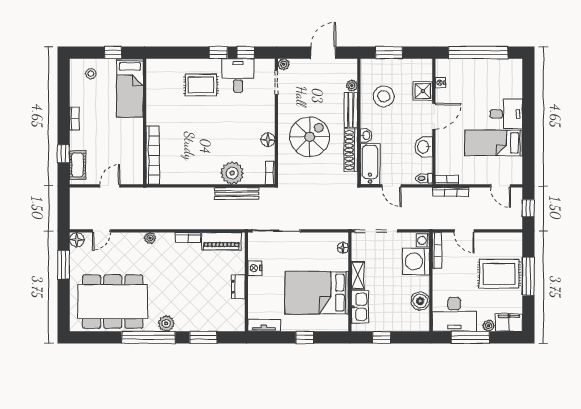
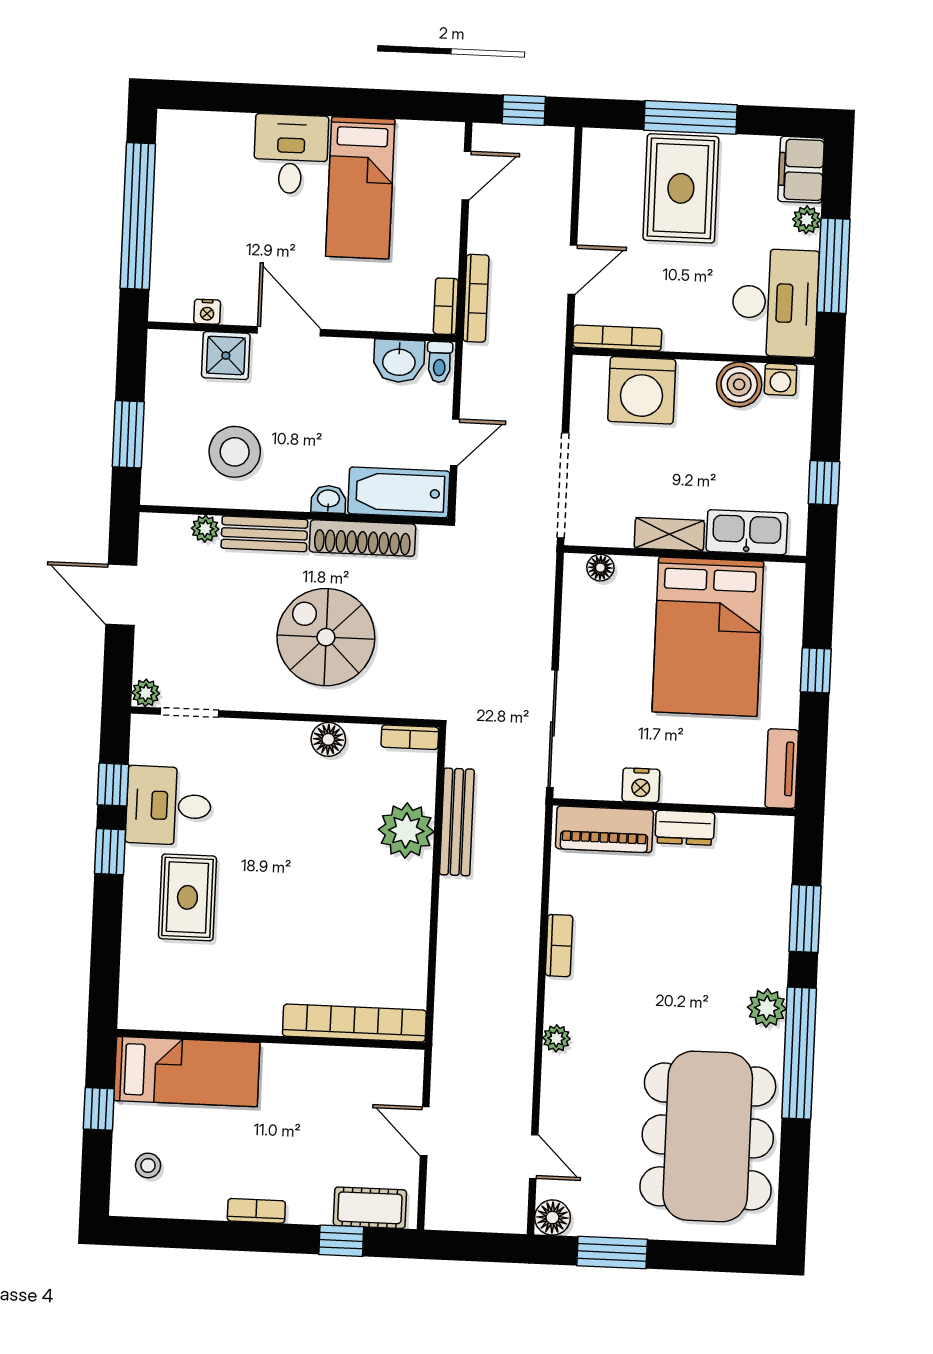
washbasin: (424, 147) -> (399, 361), moved
washing machine: (423, 240) -> (780, 379), moved
piano: (221, 241) -> (604, 829), moved, turned 90

